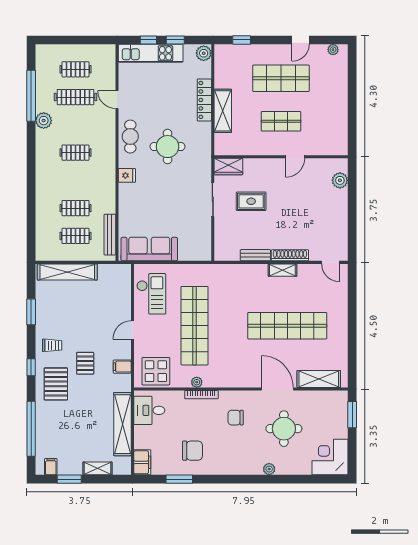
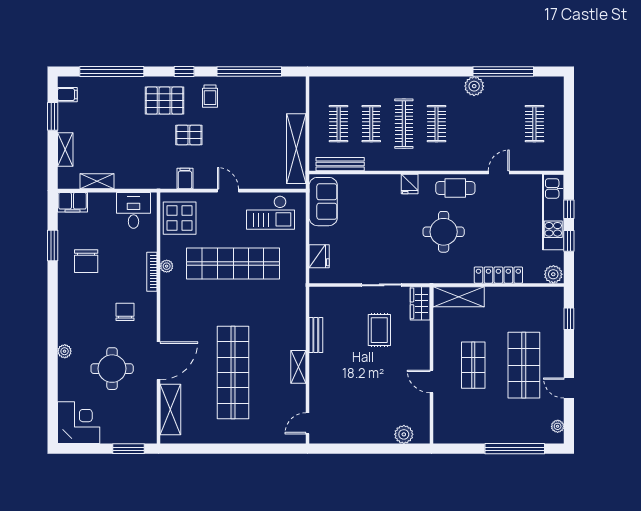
window: (352, 86) -> (515, 449), added
clothes rail: (76, 97) -> (404, 124), moved
shelving: (223, 111) -> (459, 297), moved
sofa: (149, 249) -> (323, 202), width x0.73
fridge: (188, 252) -> (319, 256), added
shoe rack: (290, 255) -> (316, 376), removed
shelving: (67, 272) -> (296, 149), moved
window: (31, 312) -> (249, 72), width x2.11
shelving: (122, 424) -> (97, 181), width x0.45, depth x0.75

